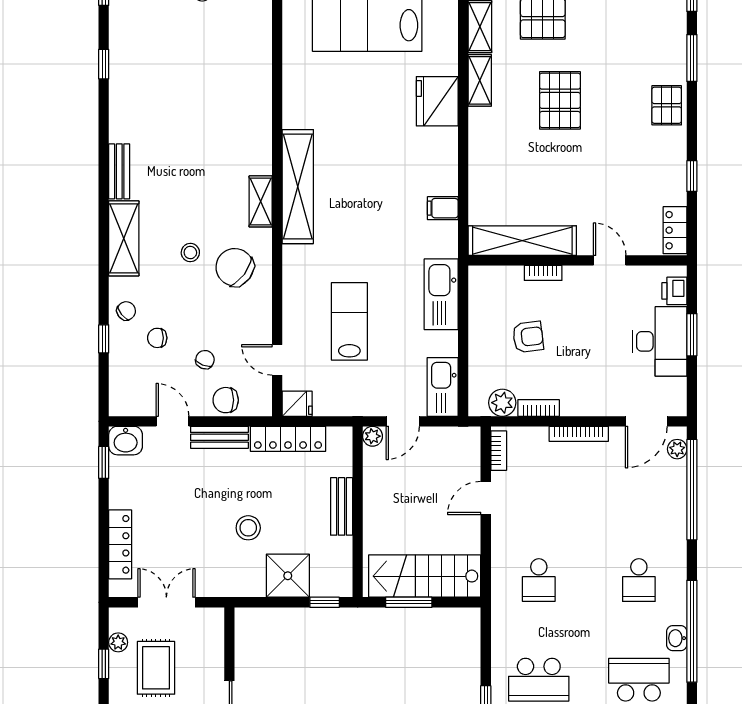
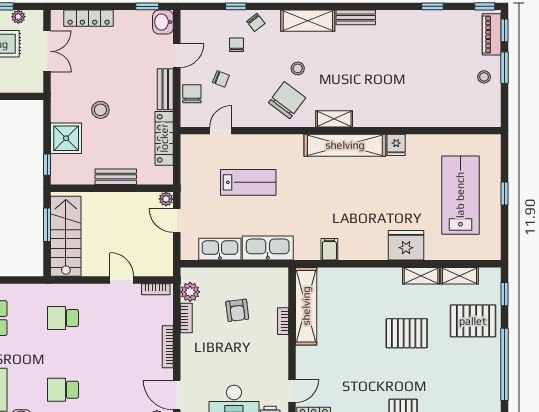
door: (610, 260) -> (292, 391), moved
kitchen sink: (443, 387) -> (220, 249), moved
fridge: (297, 404) -> (396, 145), moved

